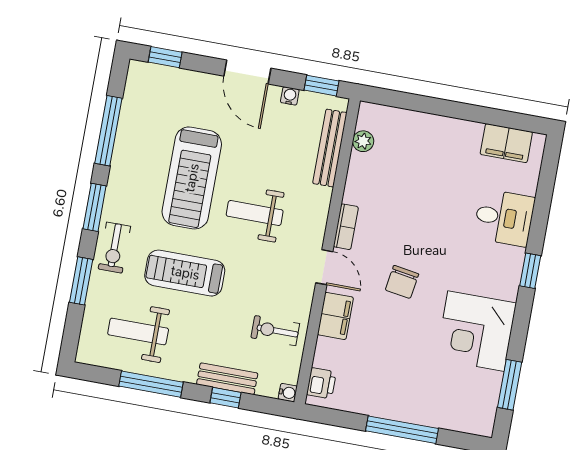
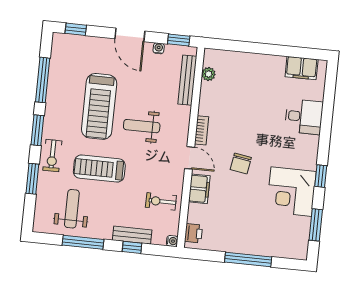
window: (530, 271) -> (321, 176), moved
weight bench: (138, 331) -> (72, 209), turned 90

